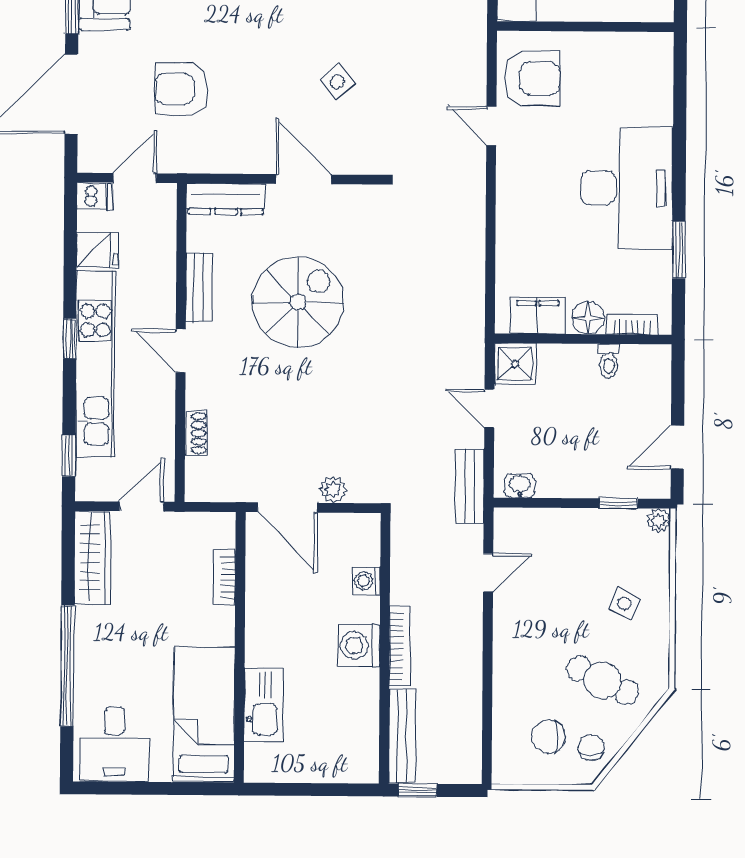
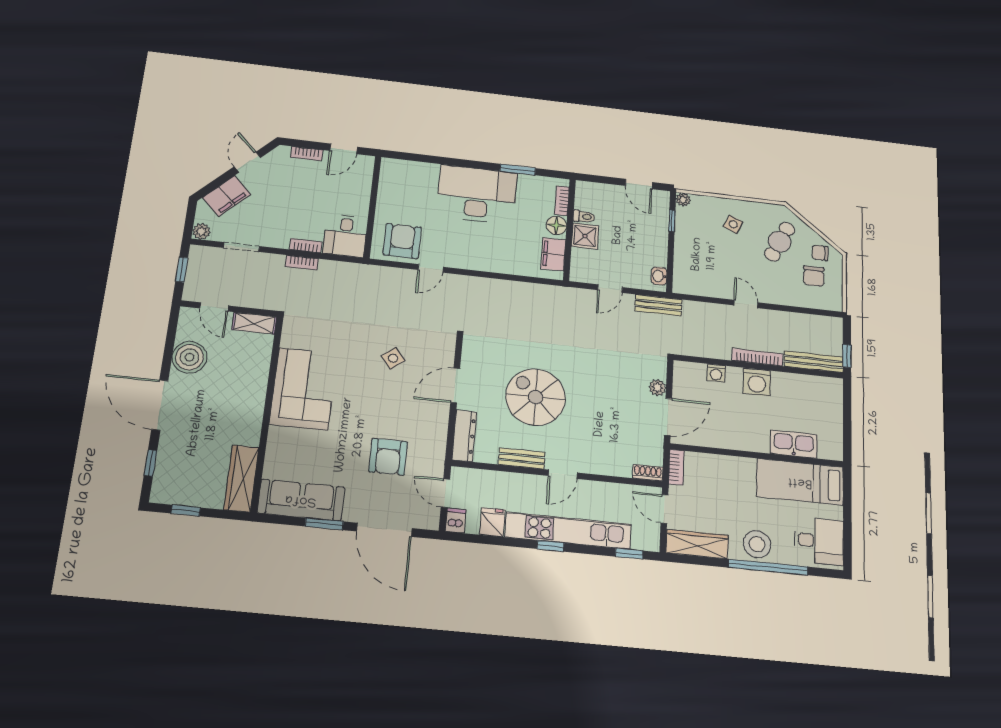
shower: (515, 364) -> (585, 236), moved
shoe rack: (196, 433) -> (648, 473), moved
door: (488, 573) -> (746, 304), moved
bookcase: (224, 577) -> (676, 467), moved, turned -90
stool: (101, 649) -> (757, 544), added

